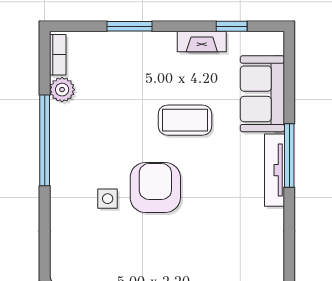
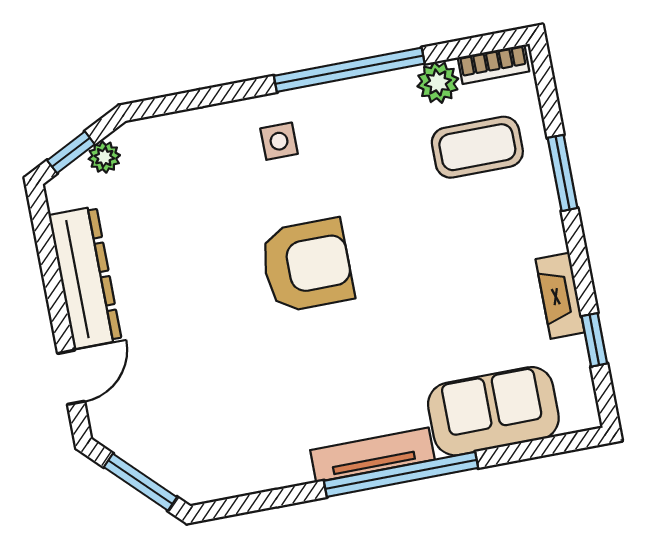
coffee table: (185, 120) -> (477, 147), moved, turned 90
window: (289, 155) -> (401, 474), width x1.46
side table: (108, 199) -> (279, 141), moved

